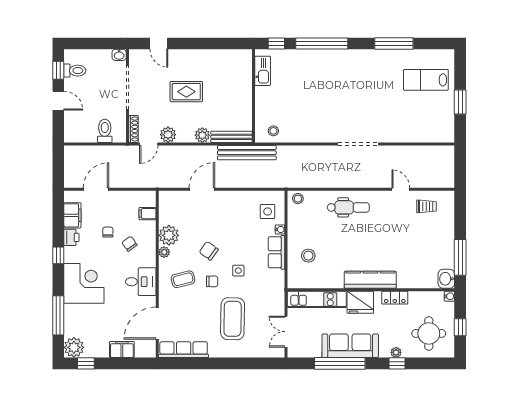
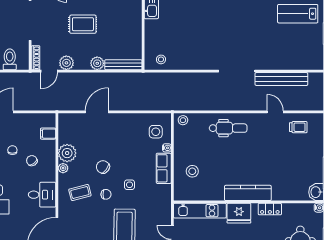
bench: (247, 153) -> (281, 79), moved

